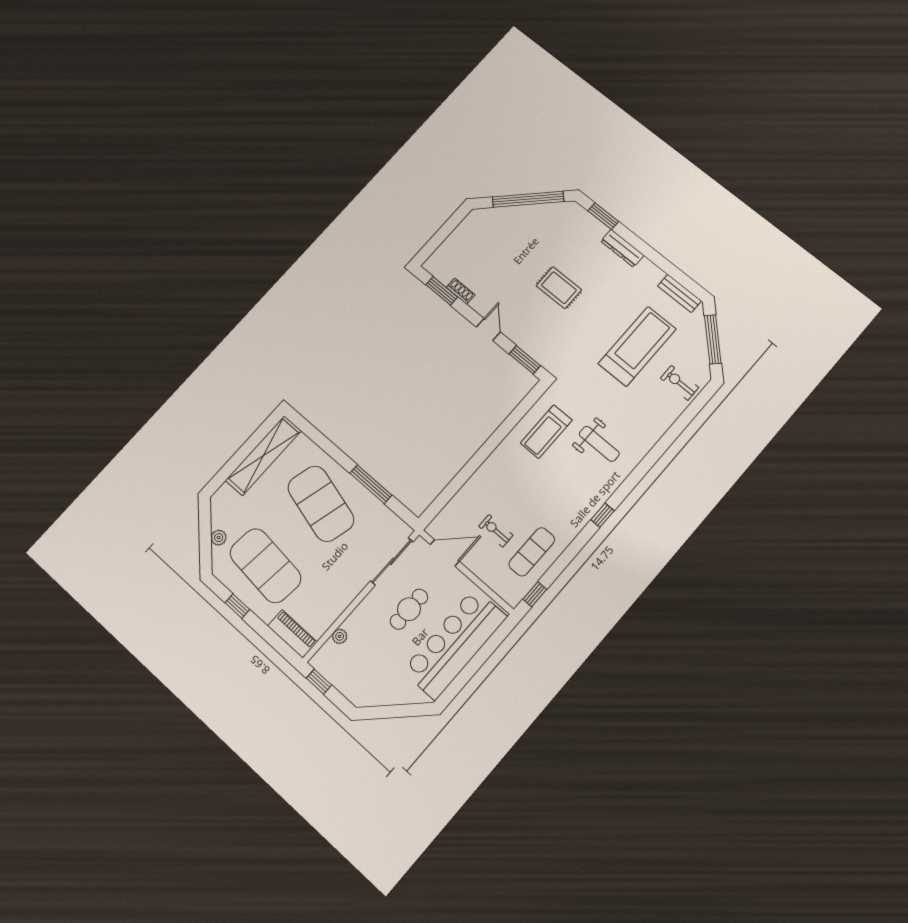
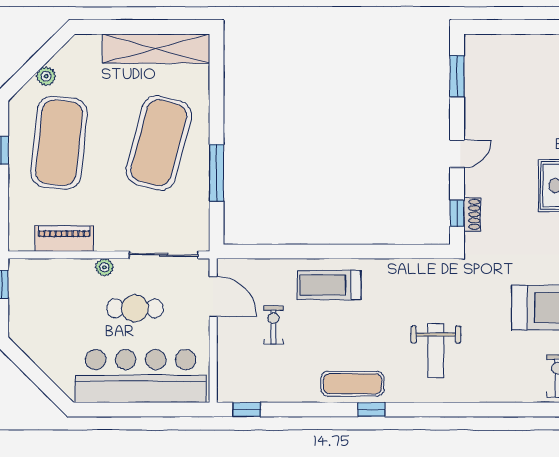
shoe rack: (461, 291) -> (472, 214), moved
window: (525, 360) -> (457, 213), width x0.67
treadmill: (546, 432) -> (329, 285), moved
exercise mat: (532, 552) -> (353, 384), moved
piano: (292, 634) -> (64, 239), moved, turned -90
plant: (340, 636) -> (104, 267), moved

